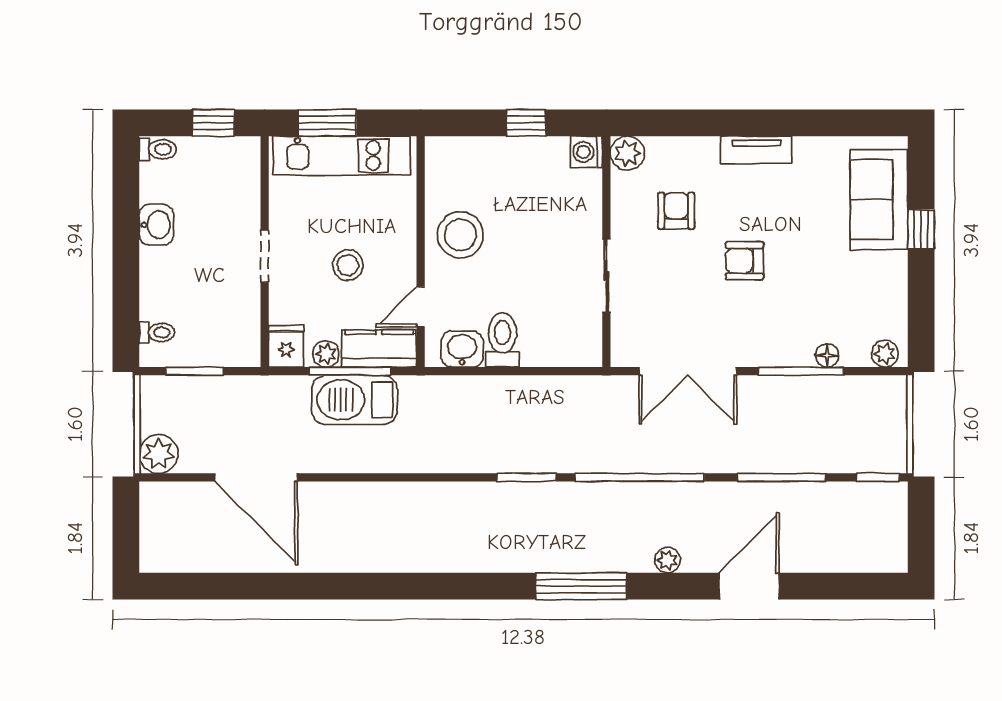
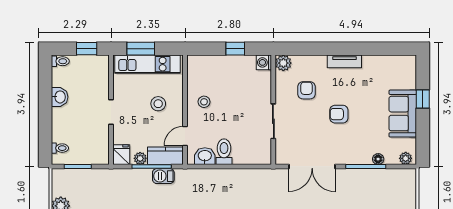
sofa: (879, 199) -> (403, 114), moved
stool: (460, 235) -> (204, 102), width x0.53, depth x0.53
stool: (348, 265) -> (158, 104), moved
barbecue: (355, 400) -> (163, 176), width x0.53, depth x0.65

